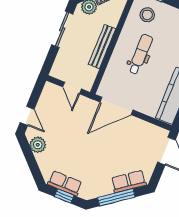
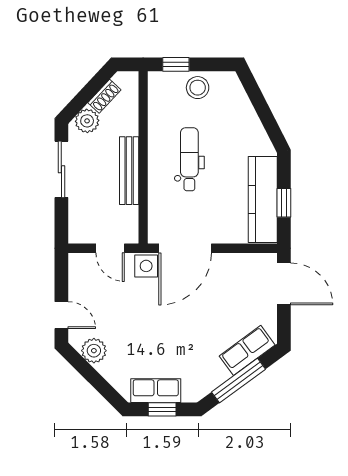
stool: (147, 15) -> (198, 88), moved
side table: (89, 107) -> (146, 266), added

